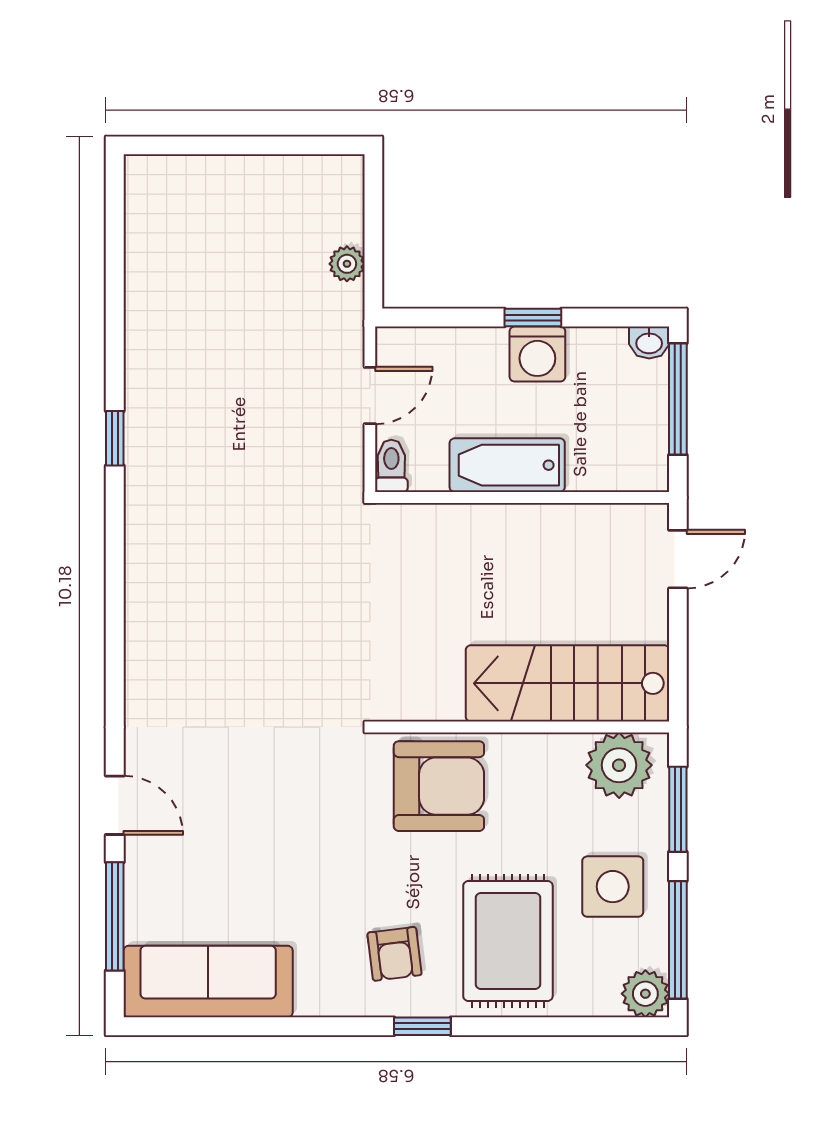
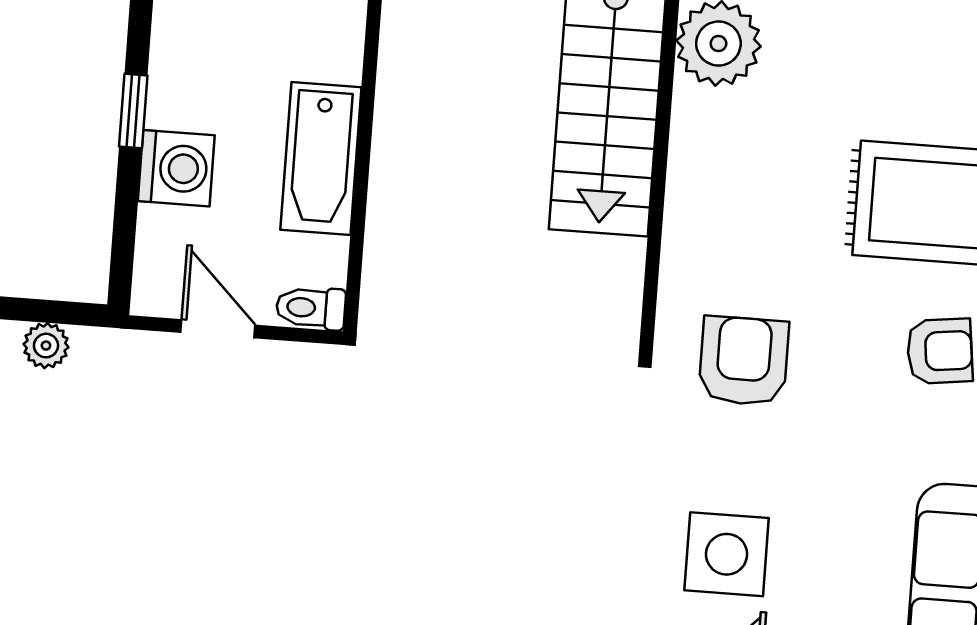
washing machine: (537, 354) -> (176, 168), moved
armchair: (439, 786) -> (744, 361), moved, width x0.73, depth x0.73
side table: (613, 887) -> (727, 554), moved

